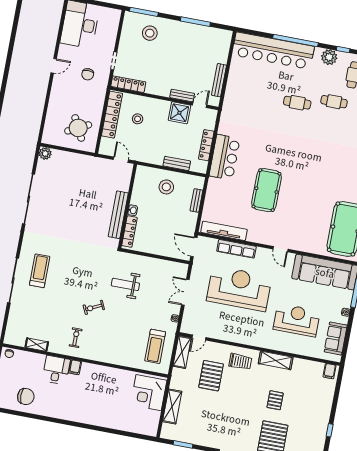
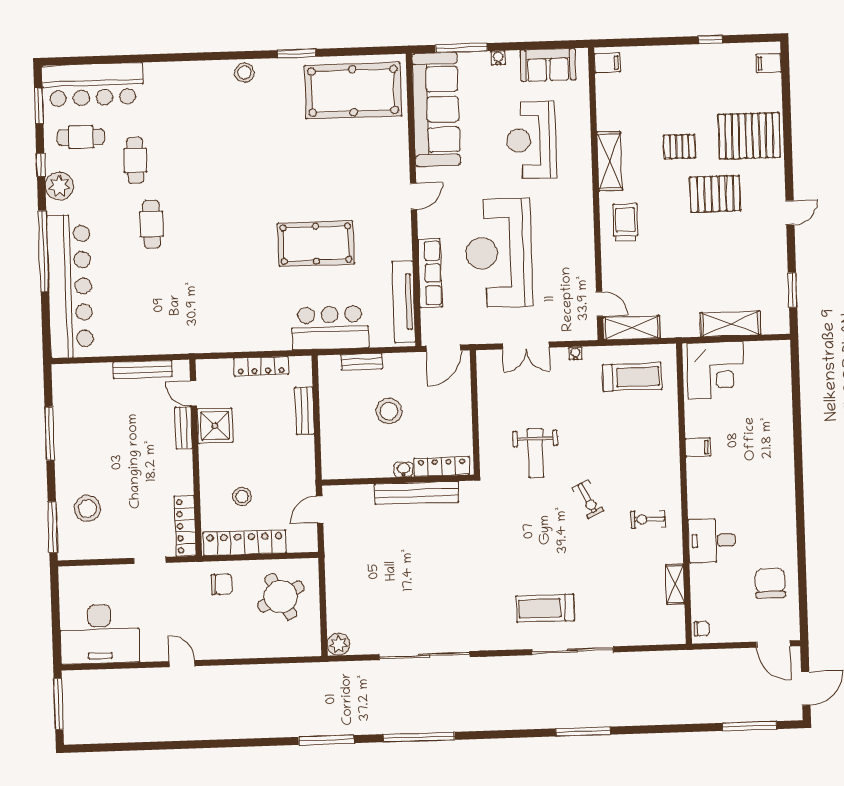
chair: (88, 74) -> (222, 584), moved
bar counter: (225, 157) -> (330, 328), moved
stool: (166, 187) -> (389, 411), moved
filing cabinet: (75, 367) -> (698, 447), moved
pallet: (211, 376) -> (715, 194), moved

